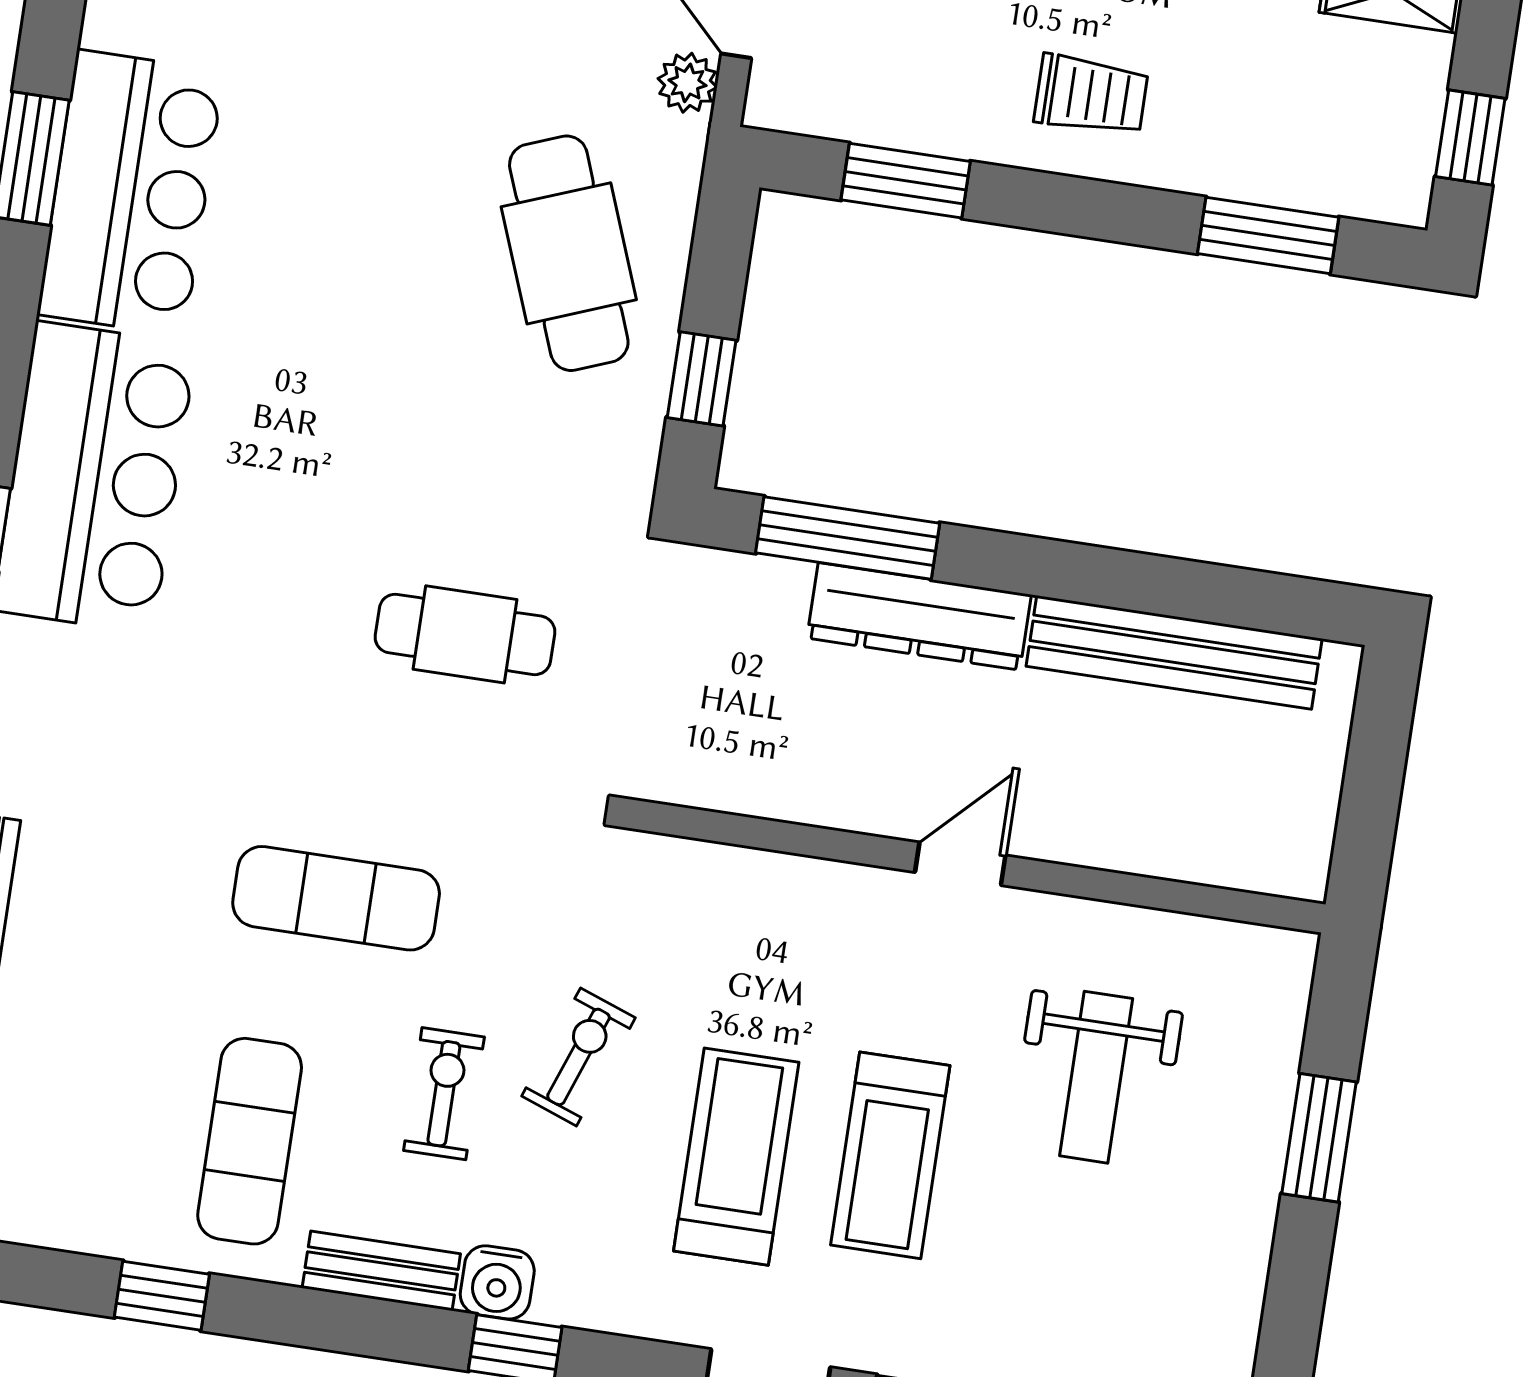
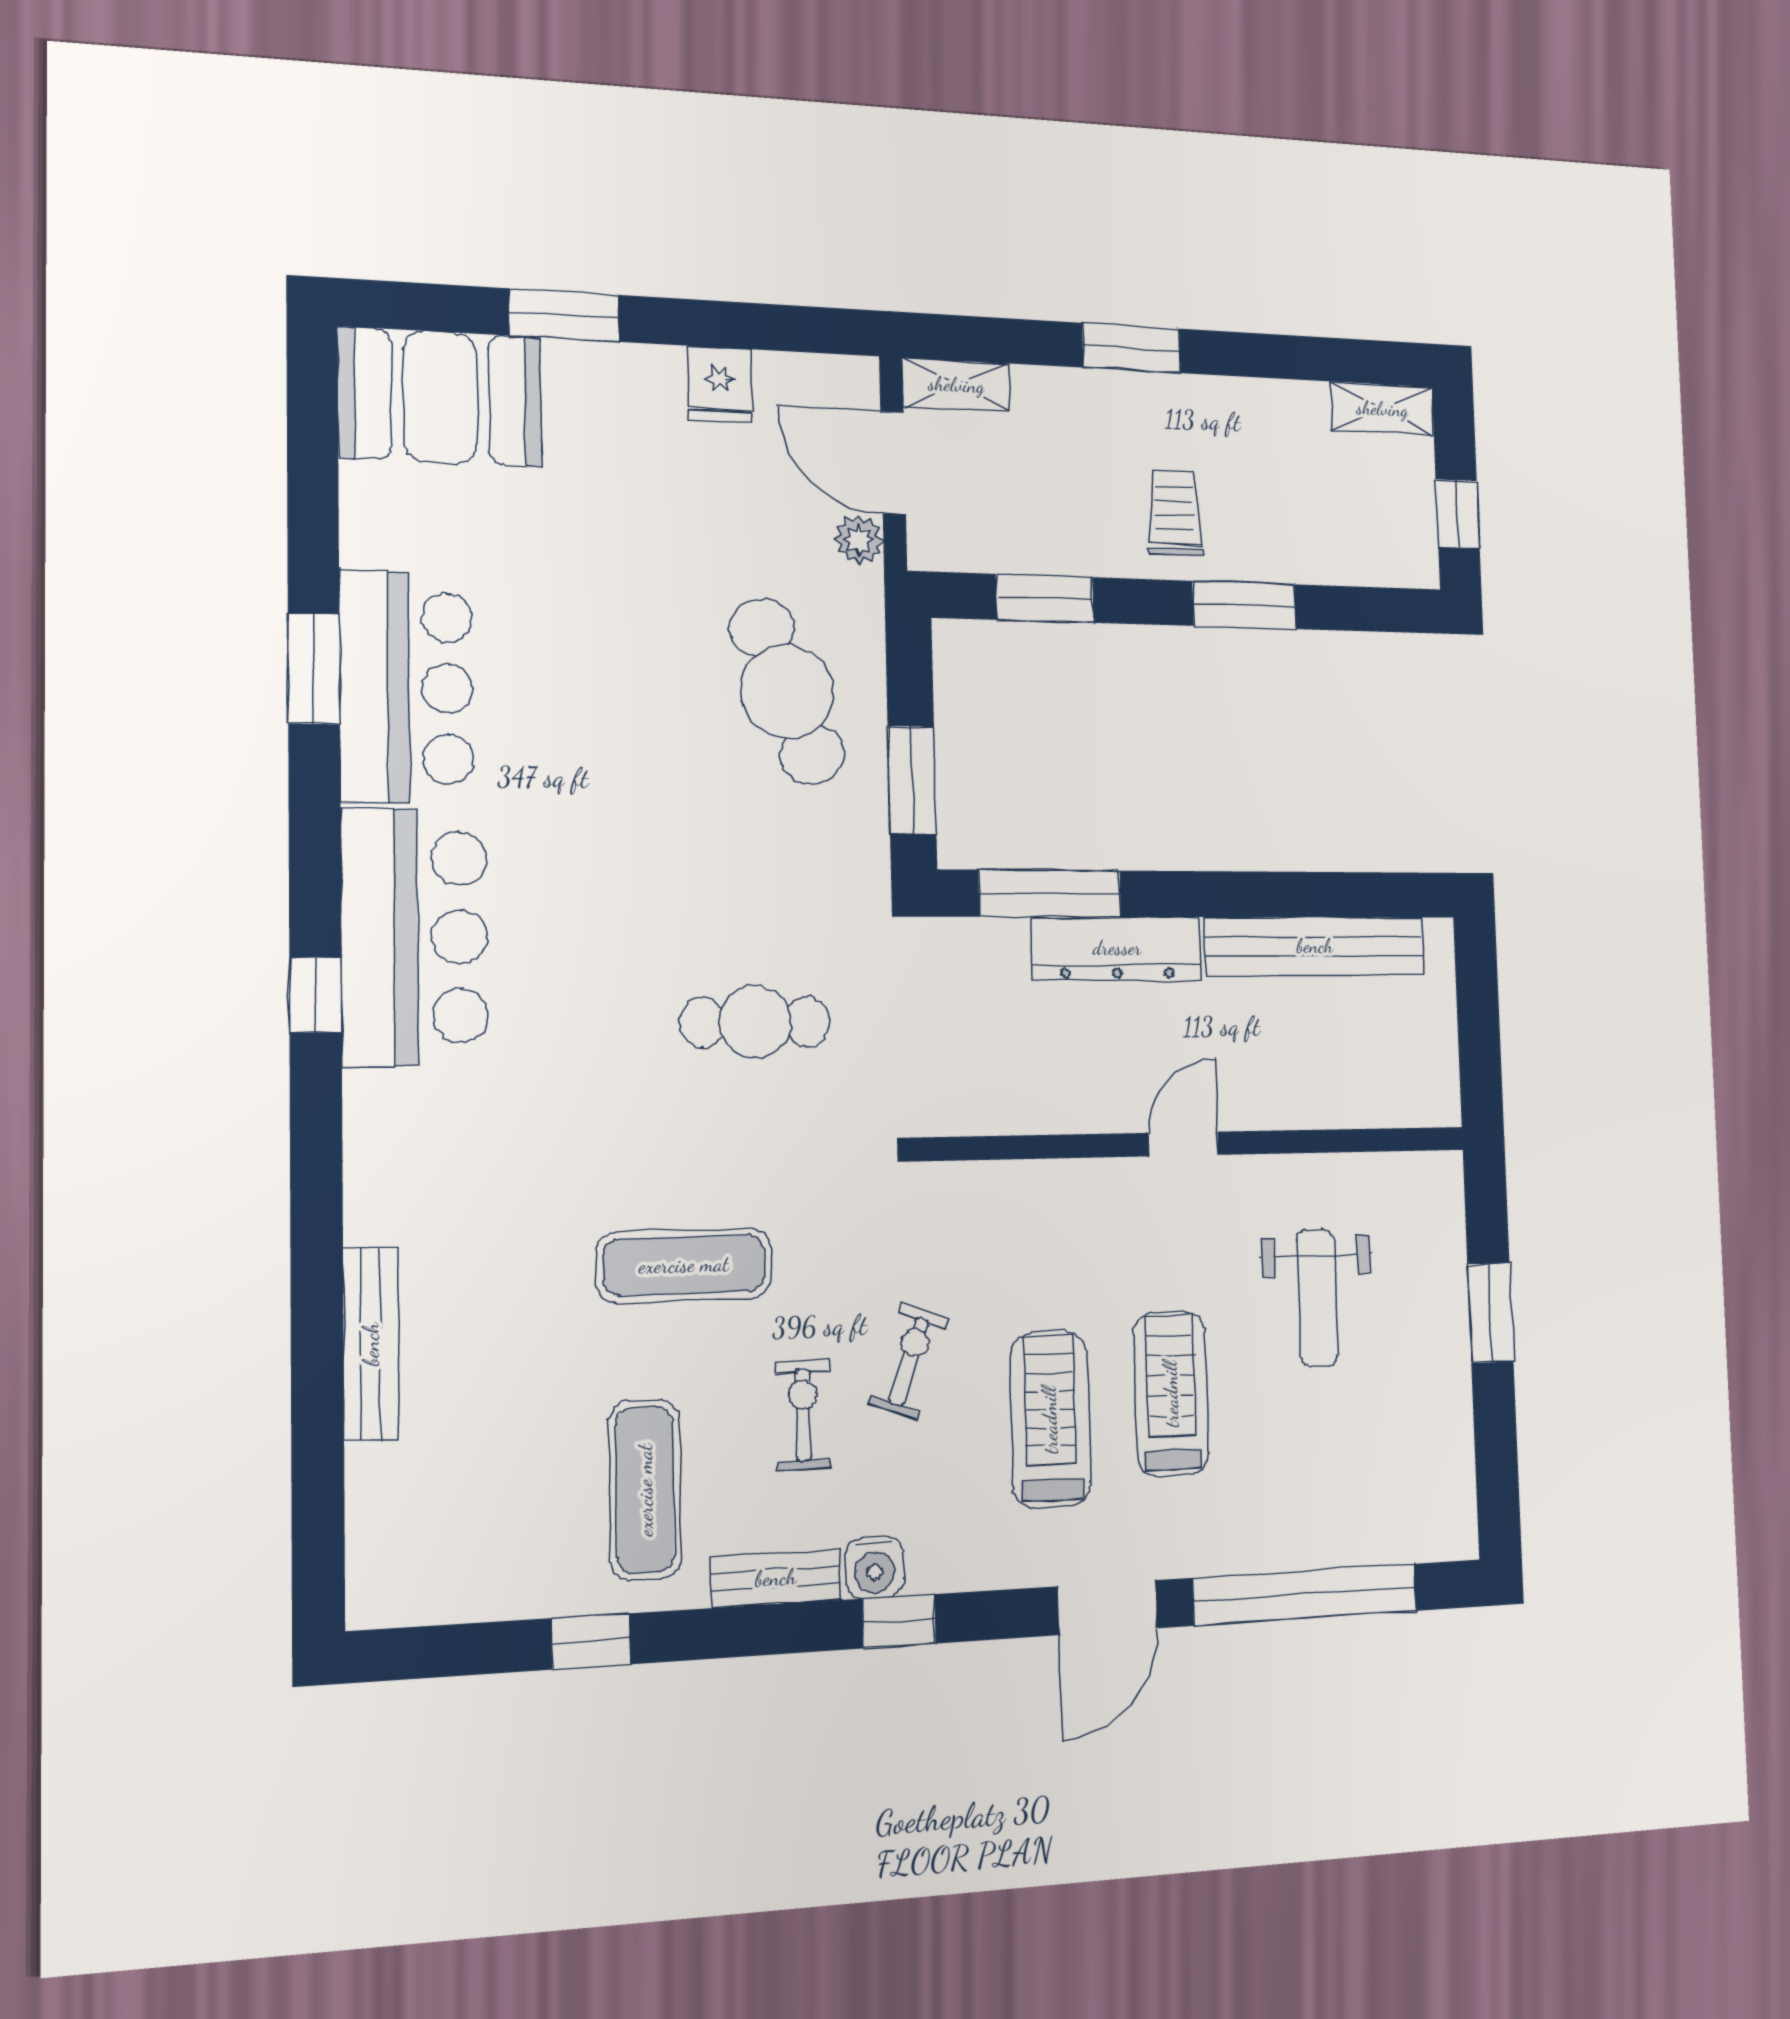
trolley: (1091, 95) -> (1175, 513), turned -90
window: (1268, 235) -> (1244, 605), moved
window: (702, 379) -> (912, 780), width x1.50
treadmill: (890, 1155) -> (1171, 1394), turned 180

